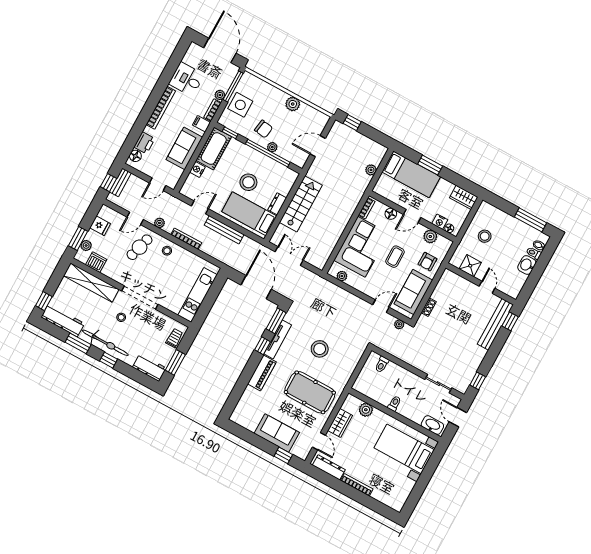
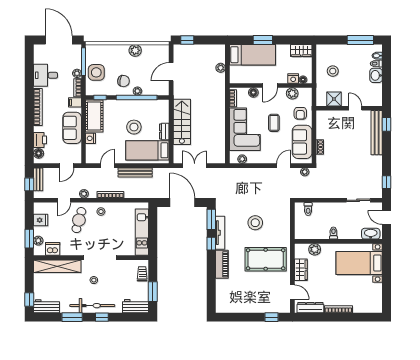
workbench: (63, 320) -> (47, 306), width x0.73
sofa: (277, 433) -> (257, 303), removed

